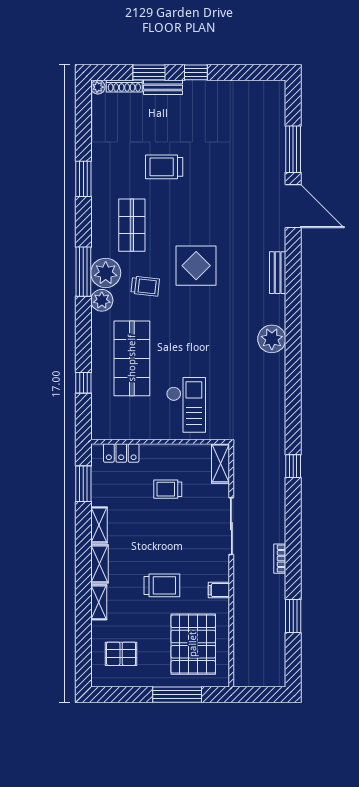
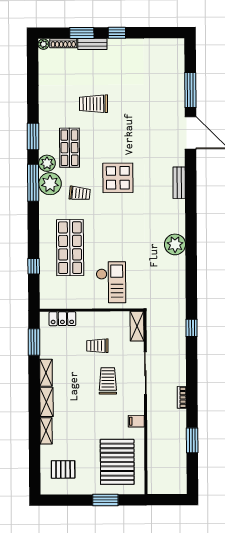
window: (83, 179) -> (33, 136), moved
plant: (102, 300) -> (47, 163), moved
plant: (272, 339) -> (175, 244), moved
trolley: (162, 585) -> (108, 381), moved, turned -90
window: (177, 695) -> (105, 500), width x0.69

